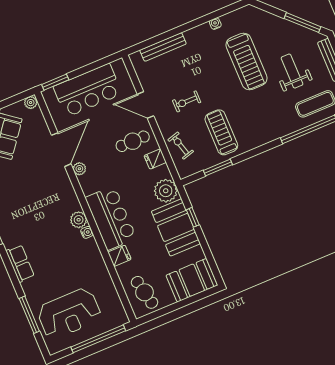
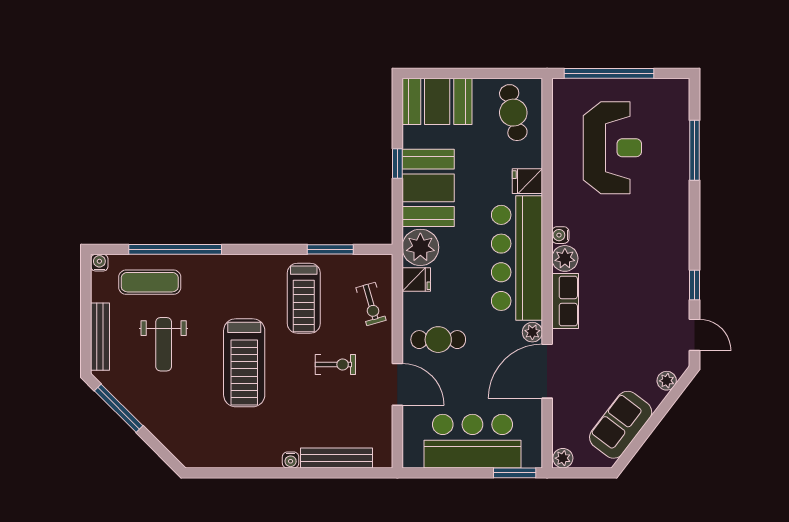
water cooler: (215, 24) -> (291, 460), moved
treadmill: (247, 62) -> (244, 363), moved, turned 180
fridge: (155, 159) -> (416, 280), moved
window: (193, 217) -> (397, 163), moved
bar counter: (111, 218) -> (517, 258), width x1.36
row of seats: (20, 263) -> (565, 301), moved, turned 180
reception desk: (69, 314) -> (612, 148), moved, turned 90

